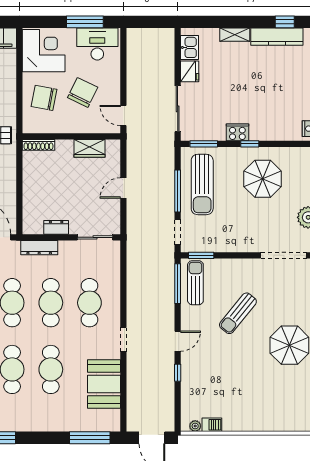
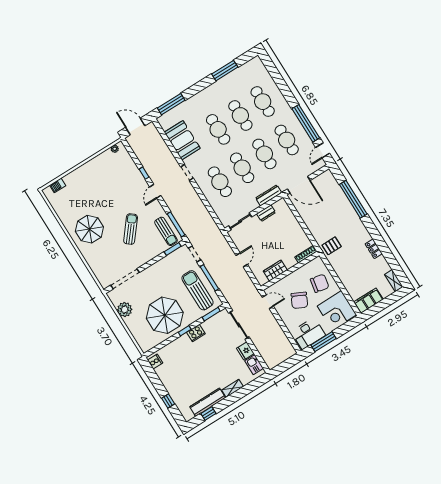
parasol: (263, 179) -> (165, 315), width x1.36, depth x1.36
barbecue: (212, 425) -> (58, 185), moved

